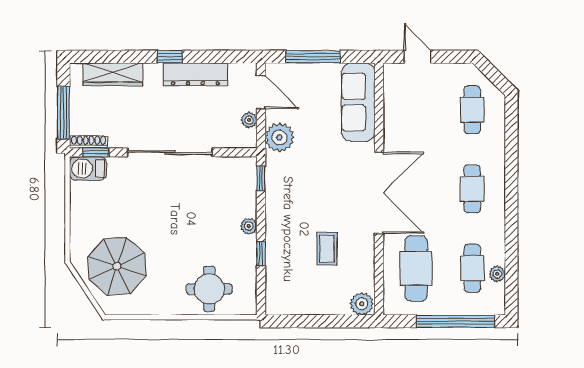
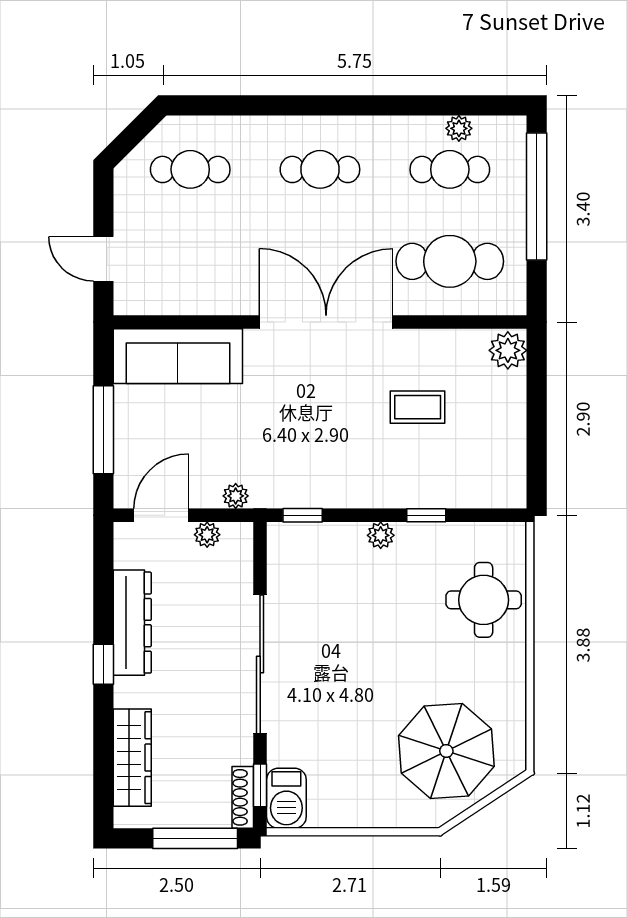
door: (418, 57) -> (103, 259), hinge flipped
plant: (279, 137) -> (236, 496), width x0.53, depth x0.53

